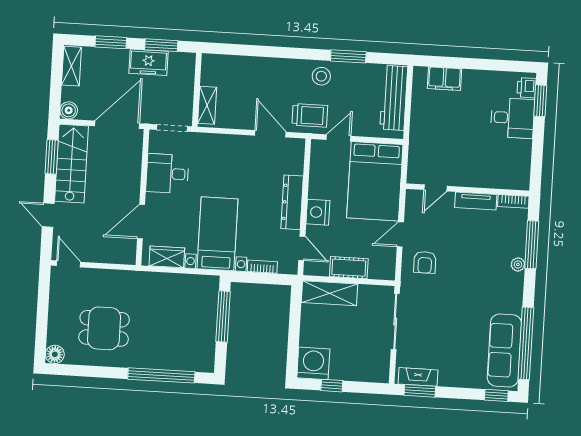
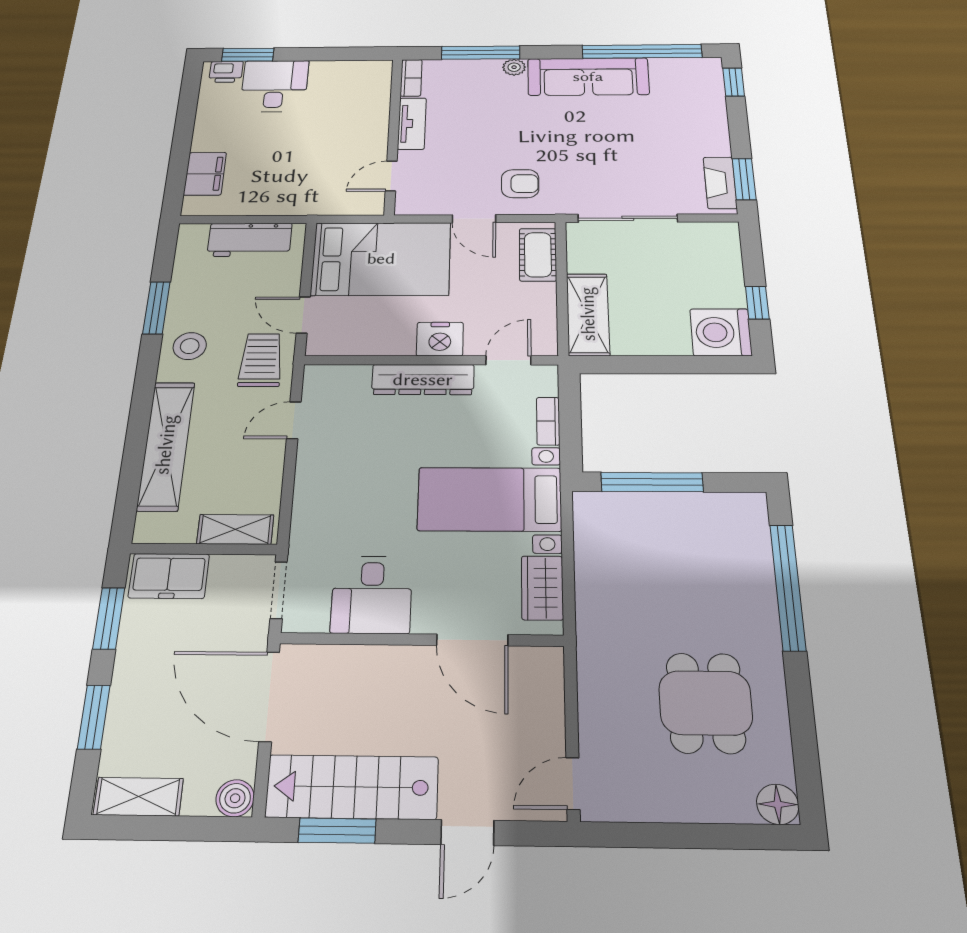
freezer: (148, 62) -> (169, 576), moved, turned 90
shelving: (259, 67) -> (166, 445), added
workbench: (394, 98) -> (250, 240), width x0.73
door: (270, 134) -> (294, 420), width x0.73
door: (435, 188) -> (391, 176), swing flipped
cot: (349, 268) -> (538, 255), moved
sofa: (504, 350) -> (588, 77), moved

